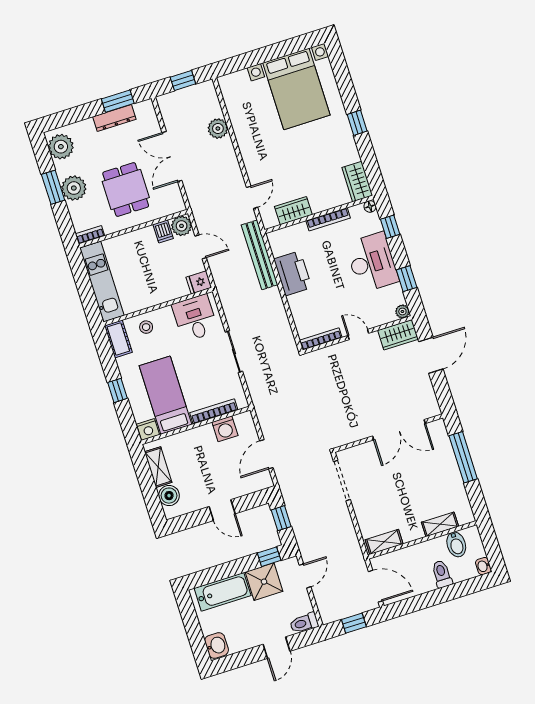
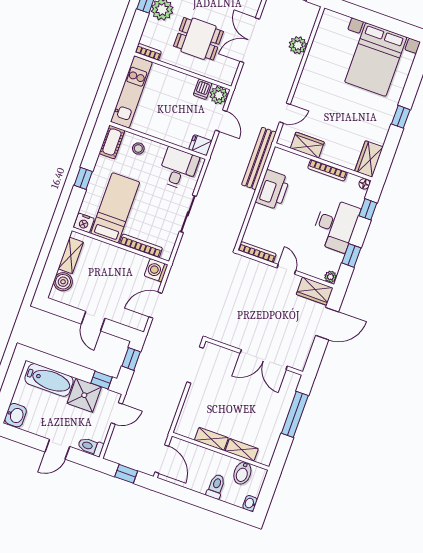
dining table: (126, 190) -> (199, 39), turned 90
washing machine: (225, 429) -> (156, 270), moved, turned 90
shelving: (384, 542) -> (211, 439), moved

